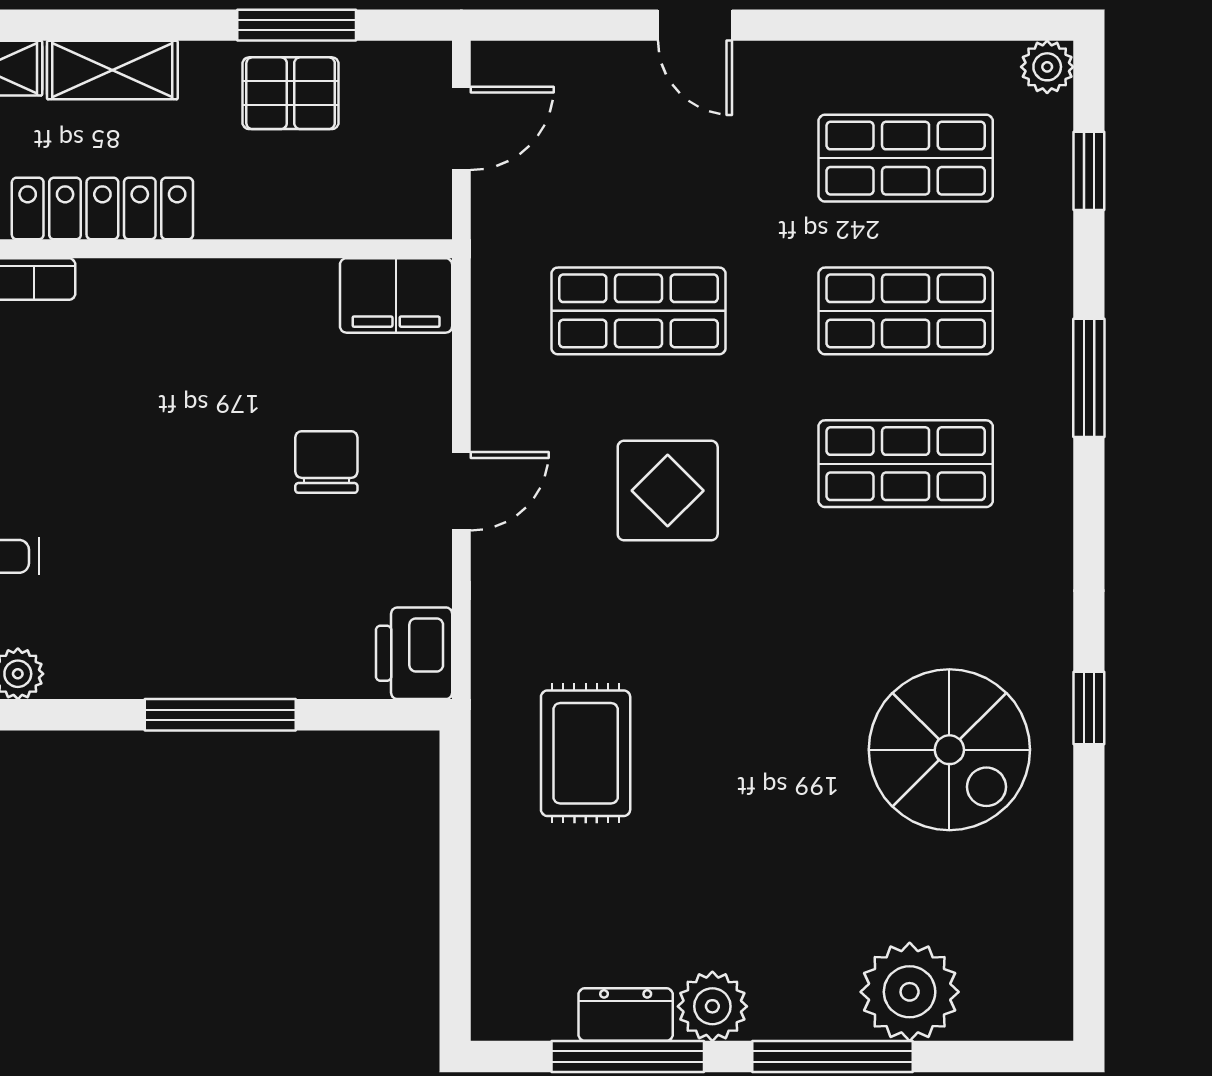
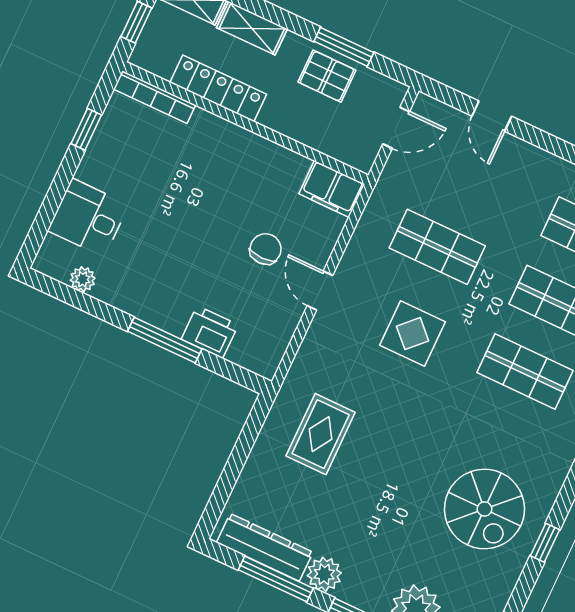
door: (695, 25) -> (492, 116), moved
door: (461, 491) -> (320, 291), swing flipped
printer: (414, 653) -> (210, 332), moved, turned 90
window: (1089, 708) -> (545, 543), moved
dresser: (626, 1015) -> (265, 547), width x1.96, depth x1.24

